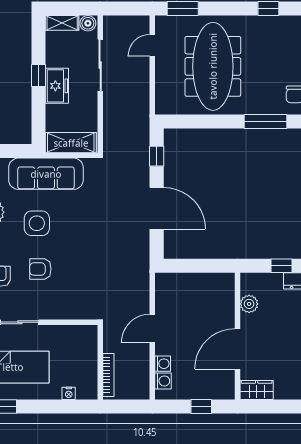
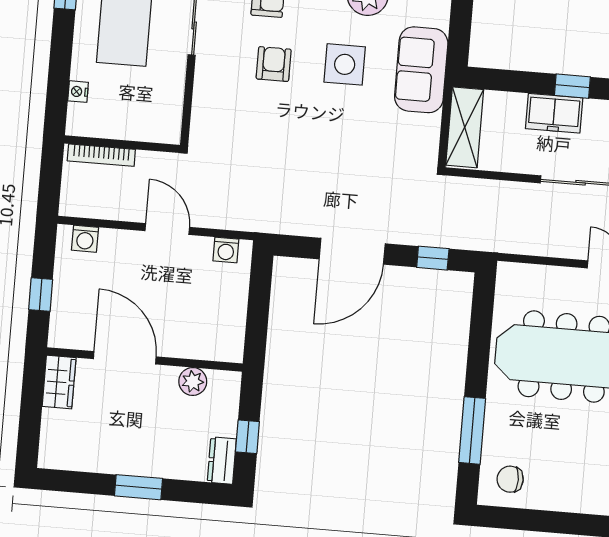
sofa: (46, 174) -> (421, 70), width x0.73
washing machine: (163, 364) -> (226, 250), moved

